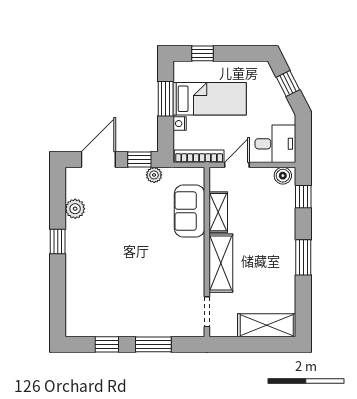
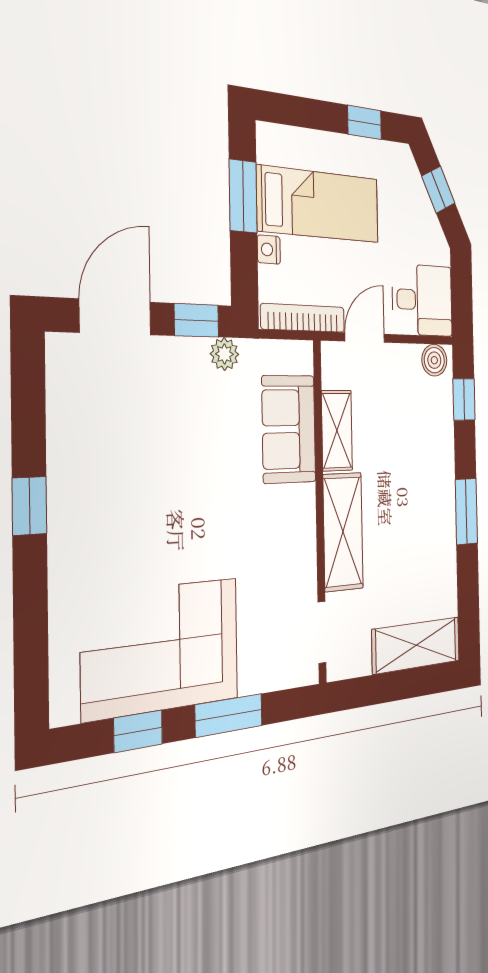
window: (202, 53) -> (364, 122), moved
plant: (75, 209) -> (67, 428), removed
corner sofa: (119, 309) -> (161, 648), added

